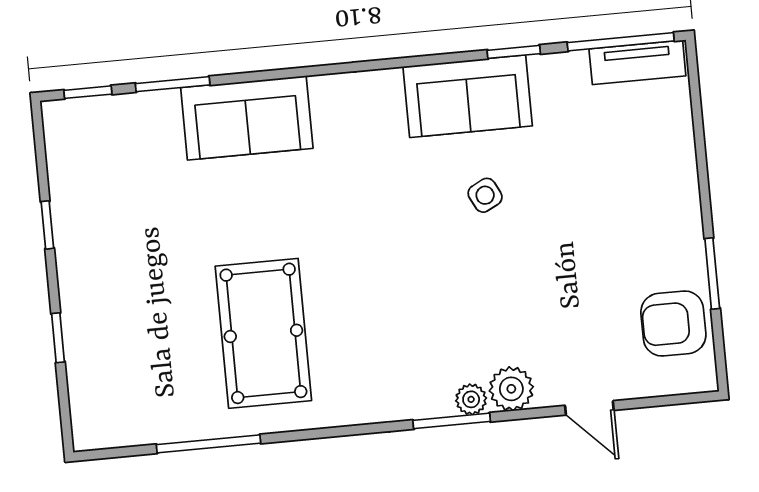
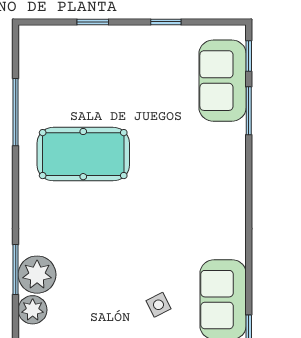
sofa: (247, 118) -> (223, 81), moved
plant: (471, 399) -> (37, 275), width x1.88, depth x1.88

